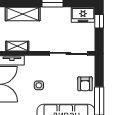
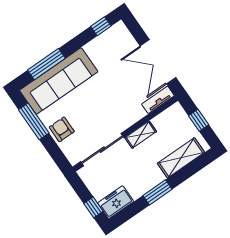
shelving: (17, 46) -> (141, 135), moved
side table: (39, 85) -> (110, 93), removed

